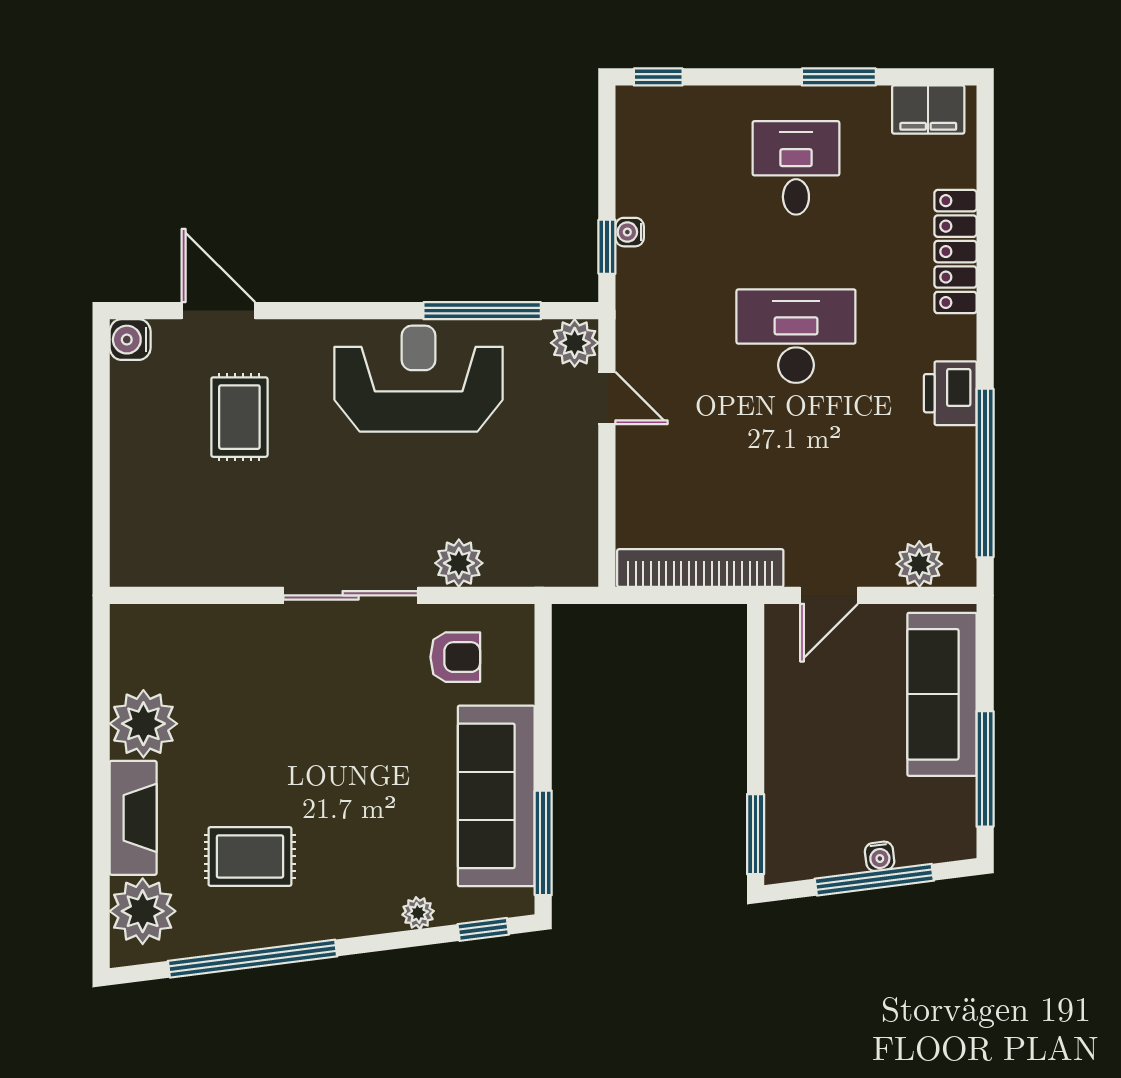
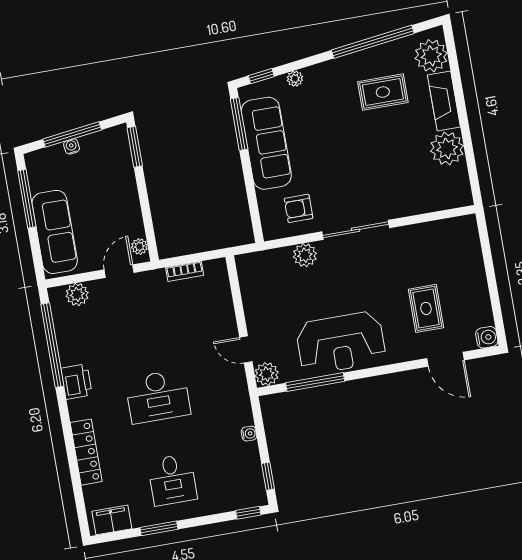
window: (607, 247) -> (268, 476), moved
bookcase: (700, 568) -> (185, 271), width x0.43, depth x0.76
plant: (781, 637) -> (139, 247), added

